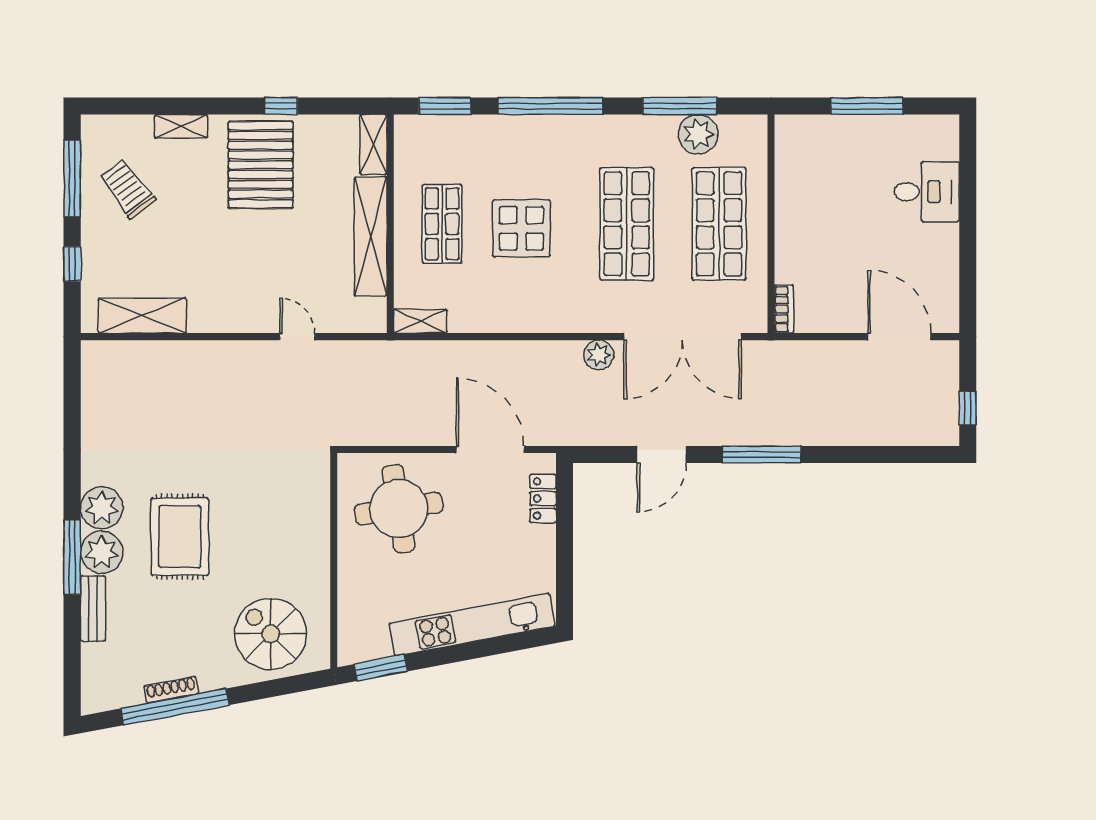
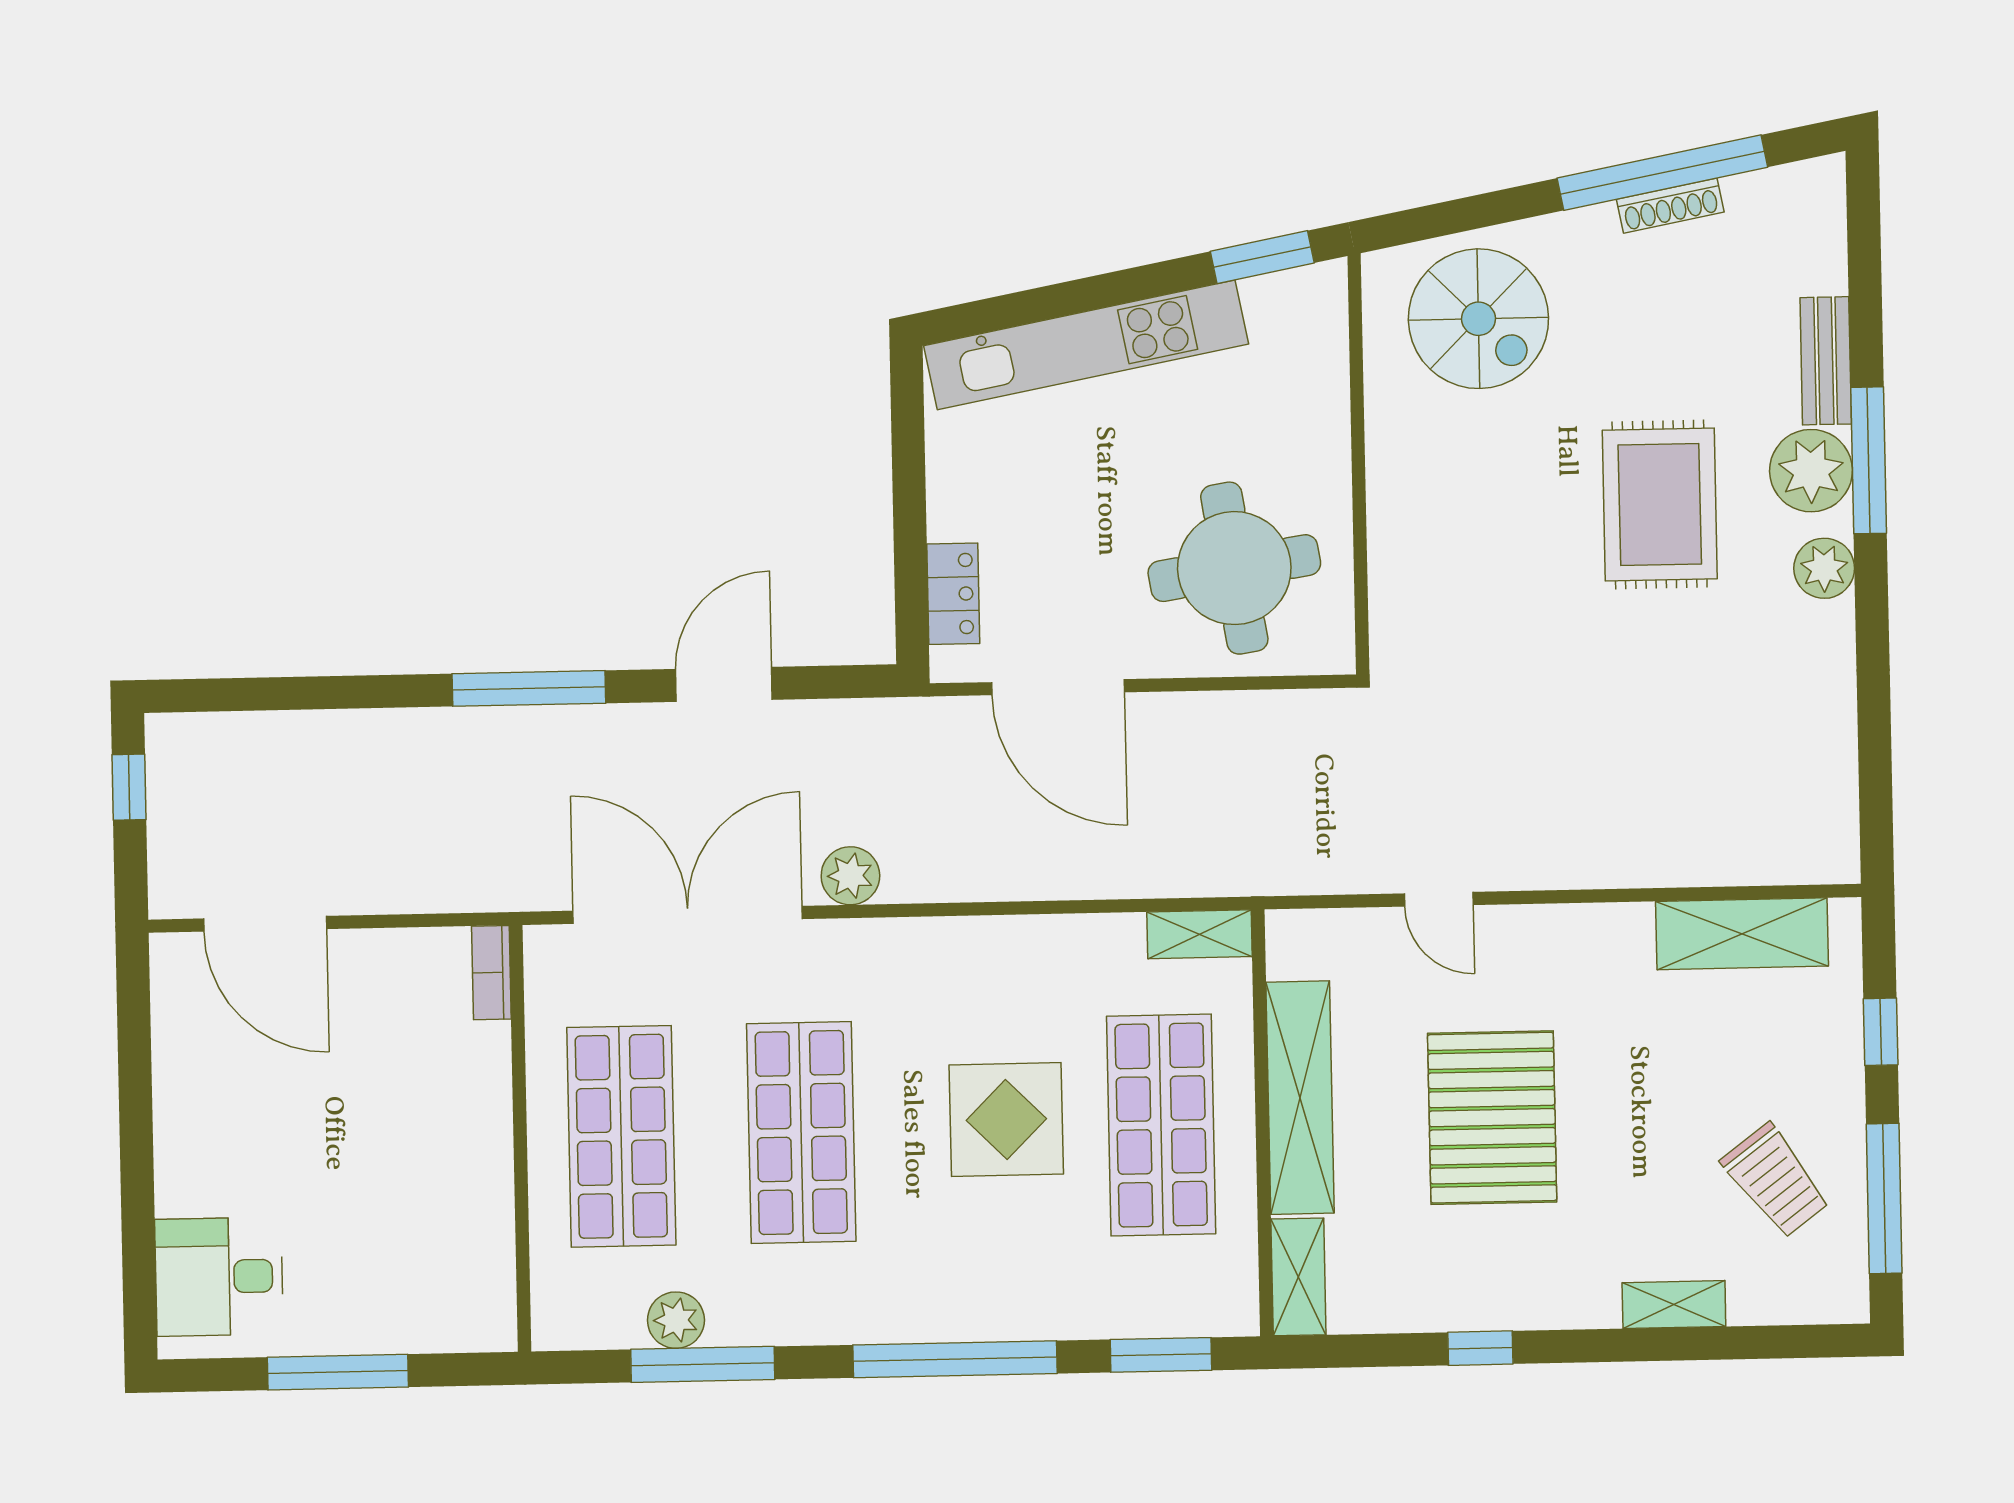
plant: (698, 134) -> (676, 1320), width x0.73, depth x0.73
pallet: (261, 165) -> (1492, 1118), moved
desk: (927, 192) -> (219, 1277), moved
shop shelf: (442, 224) -> (1161, 1125), width x1.43, depth x1.36
plant: (102, 508) -> (1824, 568), width x0.73, depth x0.73

